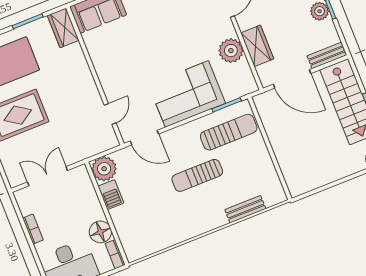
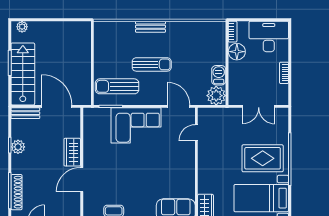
wardrobe: (257, 46) -> (72, 152), moved
plant: (231, 51) -> (92, 144), removed
bench: (245, 209) -> (150, 27), moved

